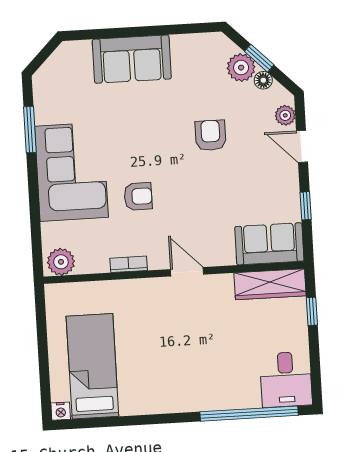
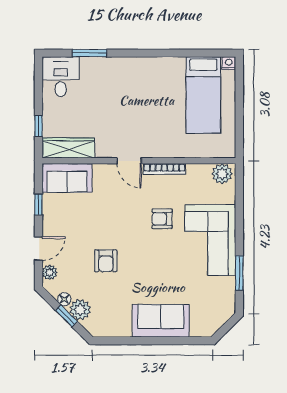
door: (302, 146) -> (38, 249), hinge flipped
bookcase: (129, 264) -> (164, 169), width x1.56
window: (249, 414) -> (89, 53), width x0.47

